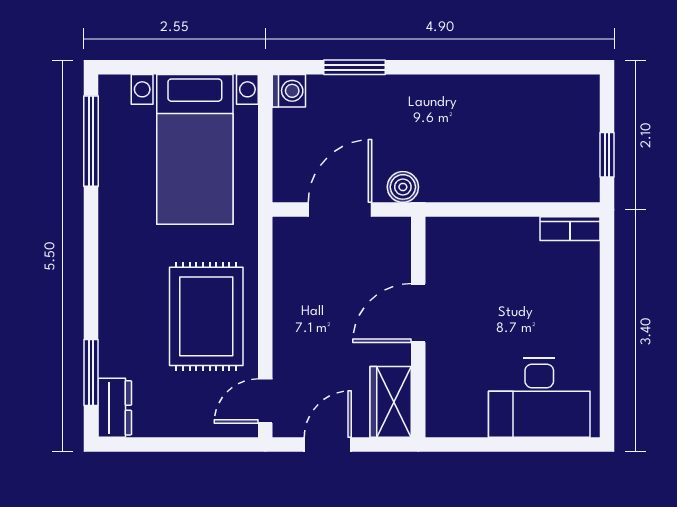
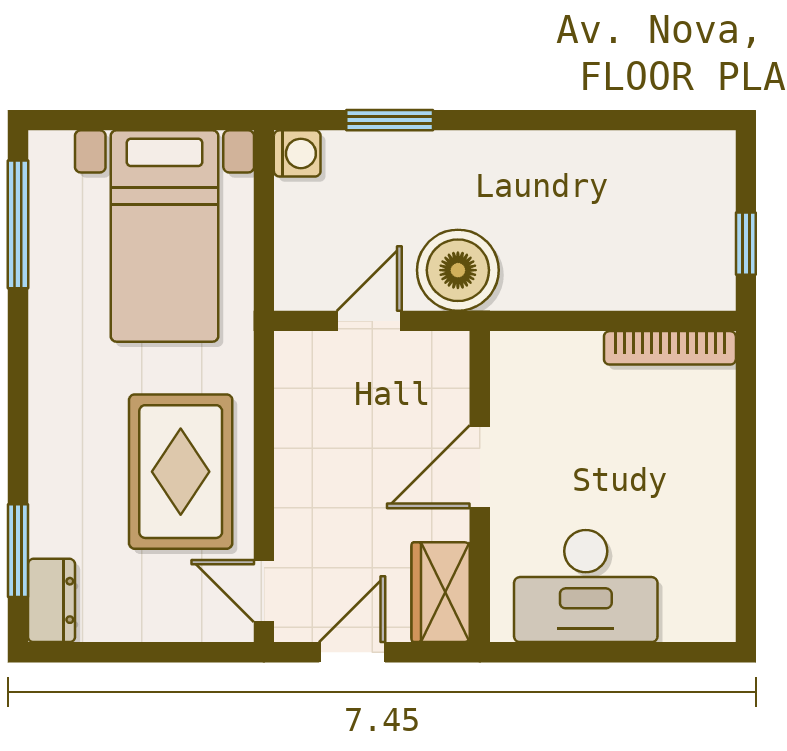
boiler: (403, 187) -> (458, 270), width x1.86, depth x1.86
door: (340, 210) -> (369, 321), width x0.73
bookcase: (570, 229) -> (670, 348), width x1.56
desk: (539, 398) -> (586, 586), moved
door: (265, 401) -> (264, 591), hinge flipped

